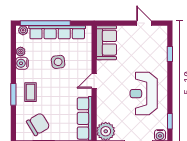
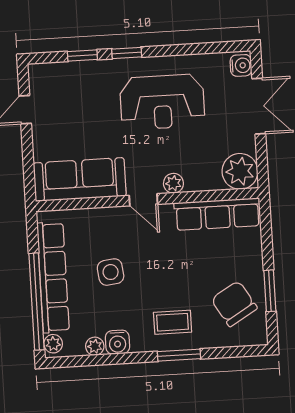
sofa: (106, 43) -> (80, 180), width x1.36
plant: (102, 97) -> (173, 183), added
window: (170, 121) -> (127, 53), moved

